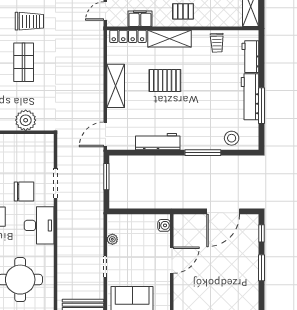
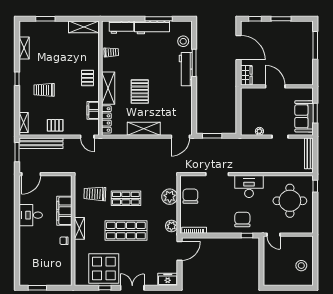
trolley: (29, 21) -> (95, 194), turned -88
door: (105, 134) -> (180, 137), hinge flipped
workbench: (158, 142) -> (186, 69), moved
chair: (24, 191) -> (190, 196), moved
wardrobe: (187, 222) -> (246, 75), added
water cooler: (164, 225) -> (249, 92), removed

